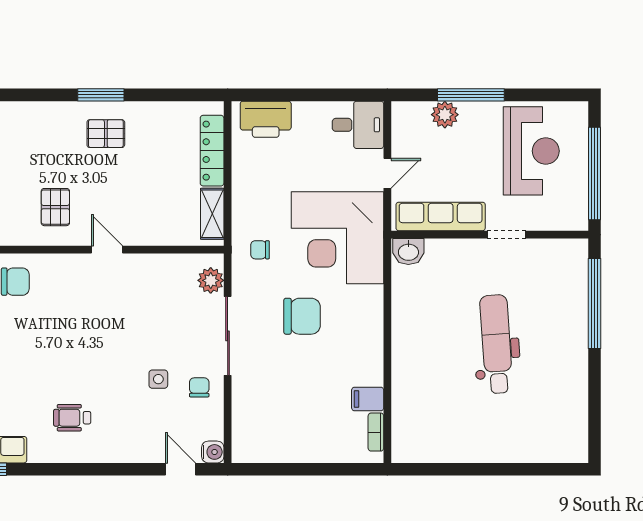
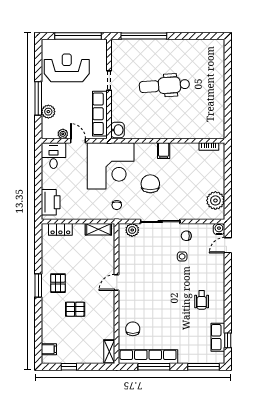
plant: (401, 143) -> (63, 134), added
locker: (212, 151) -> (60, 229), width x0.66
pallet: (55, 207) -> (75, 309), moved
filing cabinet: (368, 399) -> (164, 151), moved
plant: (269, 445) -> (215, 200), added

